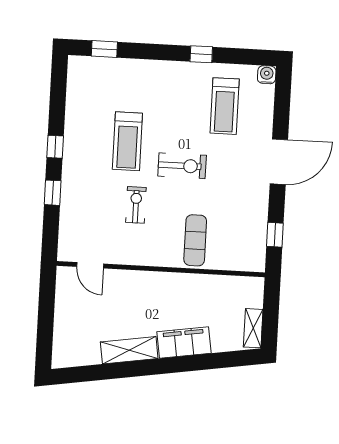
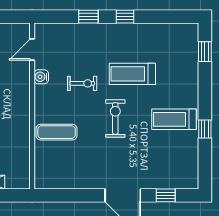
water cooler: (267, 75) -> (41, 77), moved, turned 180
treadmill: (225, 106) -> (174, 119), moved
exercise bike: (182, 166) -> (115, 118), turned 180
window: (275, 235) -> (166, 195), moved

